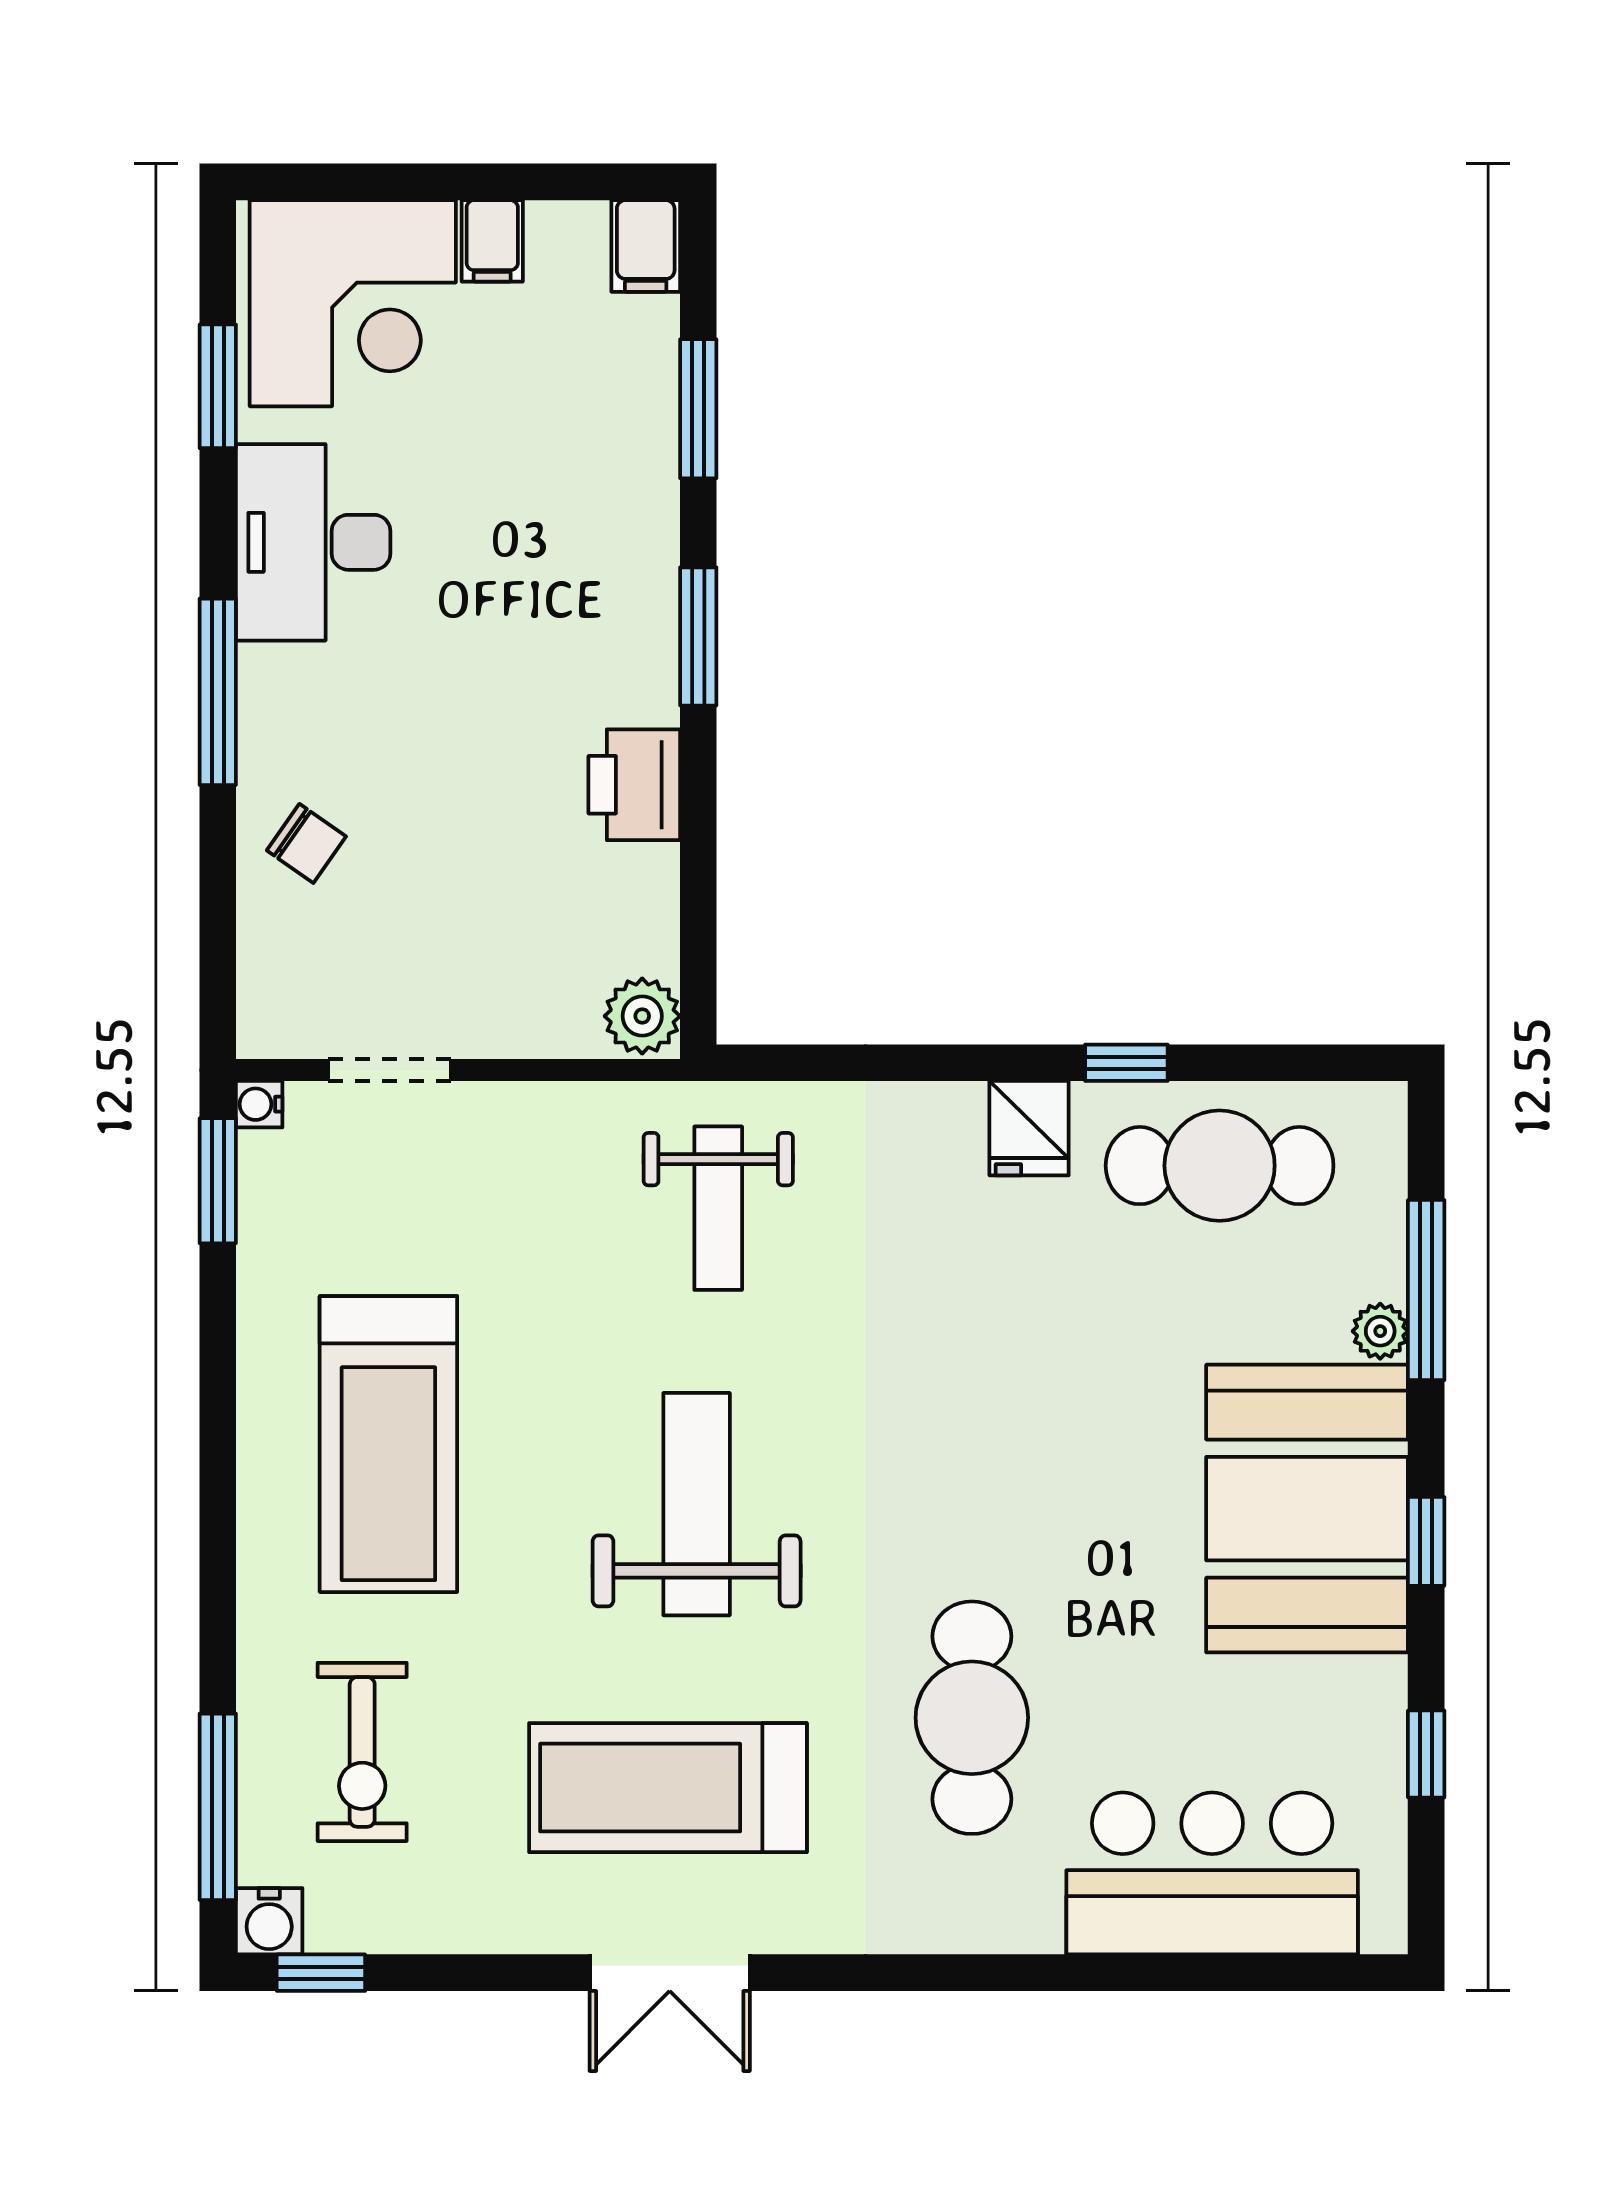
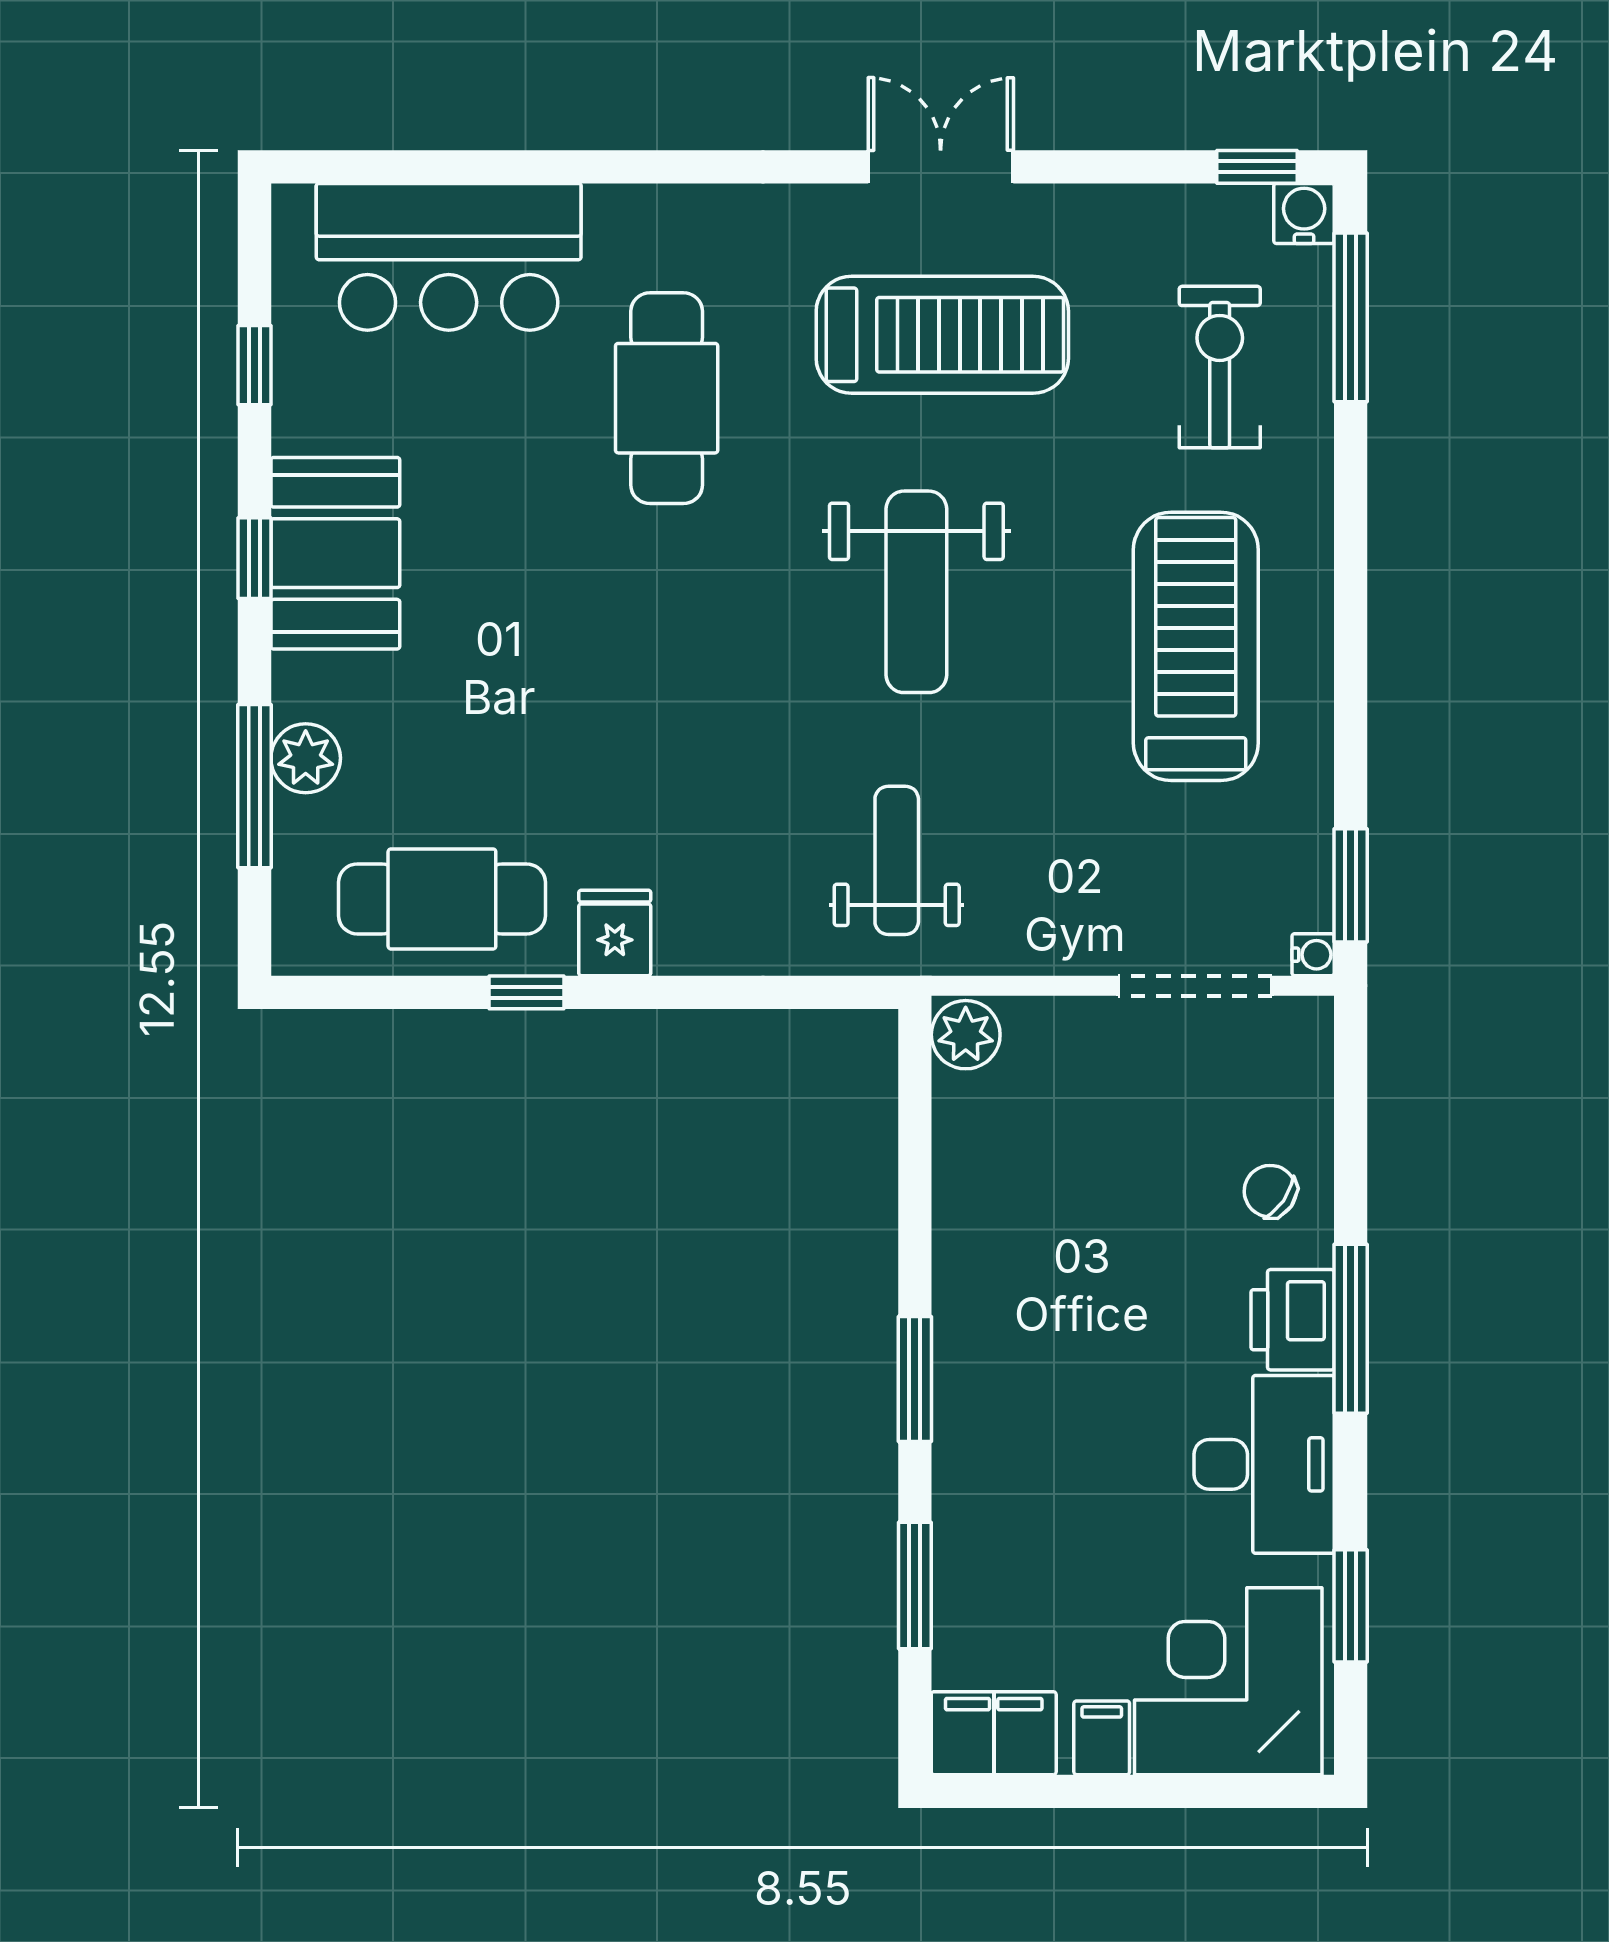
filing cabinet: (646, 246) -> (994, 1733), width x2.00
printer: (634, 785) -> (1293, 1320), moved, turned 180
doorway: (389, 1070) -> (1195, 986), width x1.38
plant: (1380, 1331) -> (306, 758), width x1.38, depth x1.38
booth: (1307, 1509) -> (335, 553), width x0.73, depth x0.70

